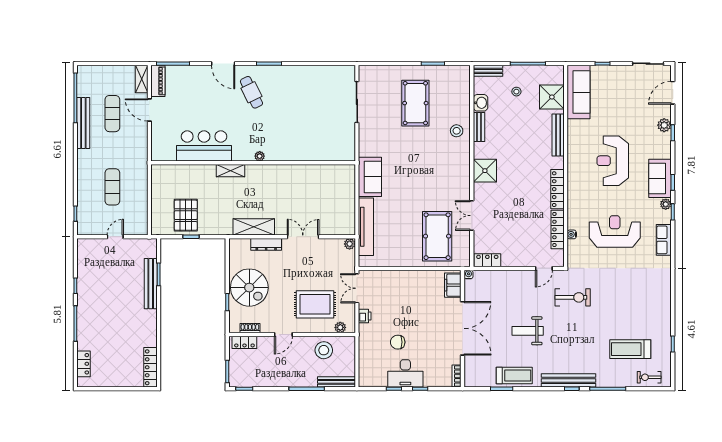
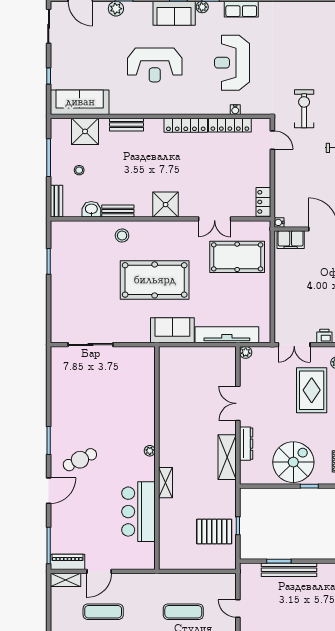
pool table: (415, 103) -> (155, 280), moved, width x1.36, depth x1.32
bench: (558, 135) -> (127, 125), width x0.73

